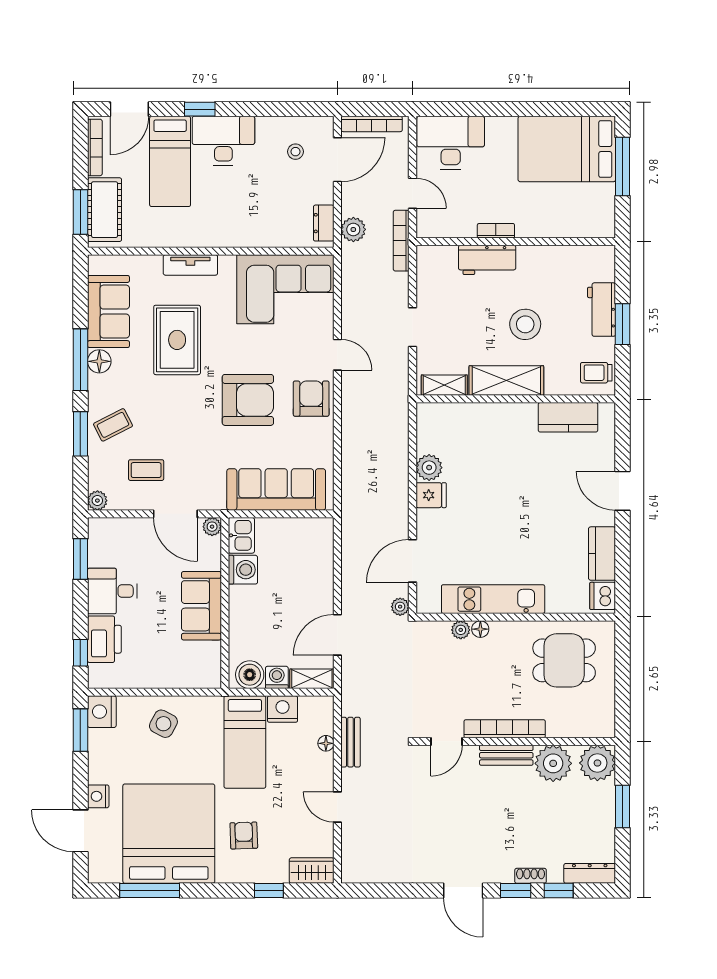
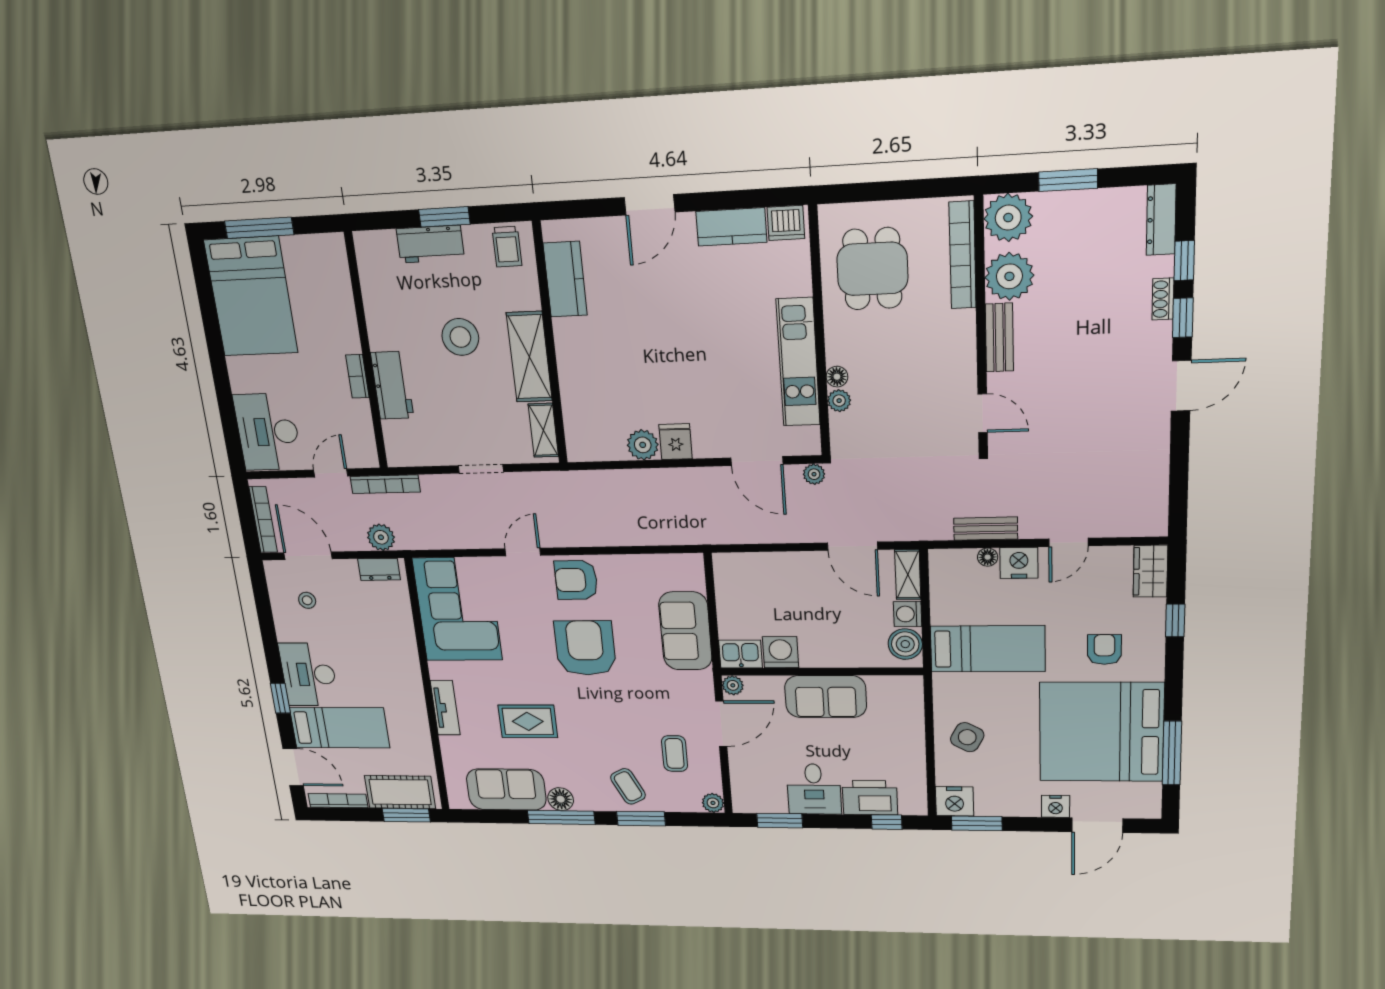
rug: (177, 340) -> (528, 721), width x0.73, depth x0.70
sofa: (276, 489) -> (685, 631), width x0.73
nightstand: (282, 709) -> (1019, 563), moved, turned 90
bookcase: (505, 729) -> (963, 255), moved
armchair: (244, 836) -> (1104, 649), turned 92

